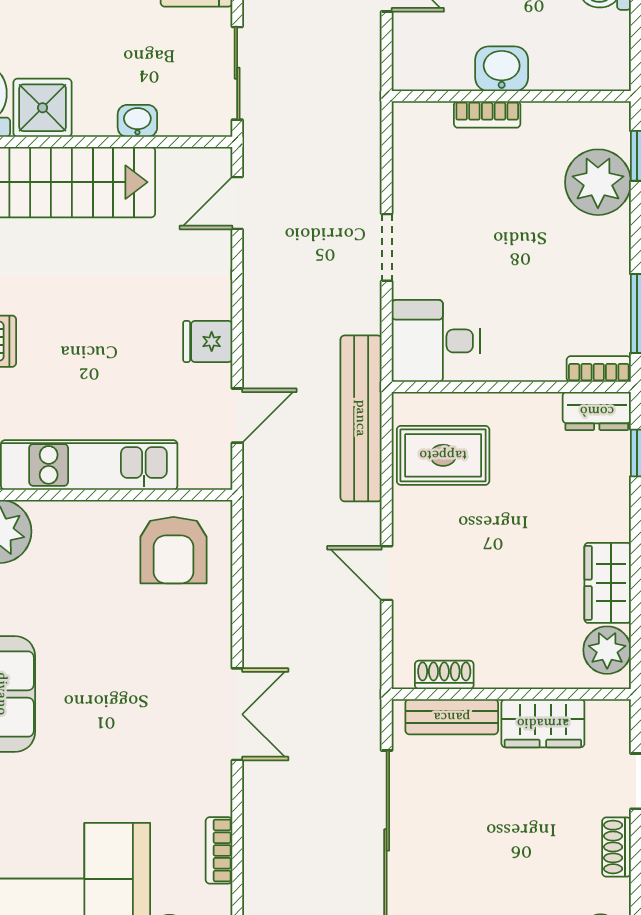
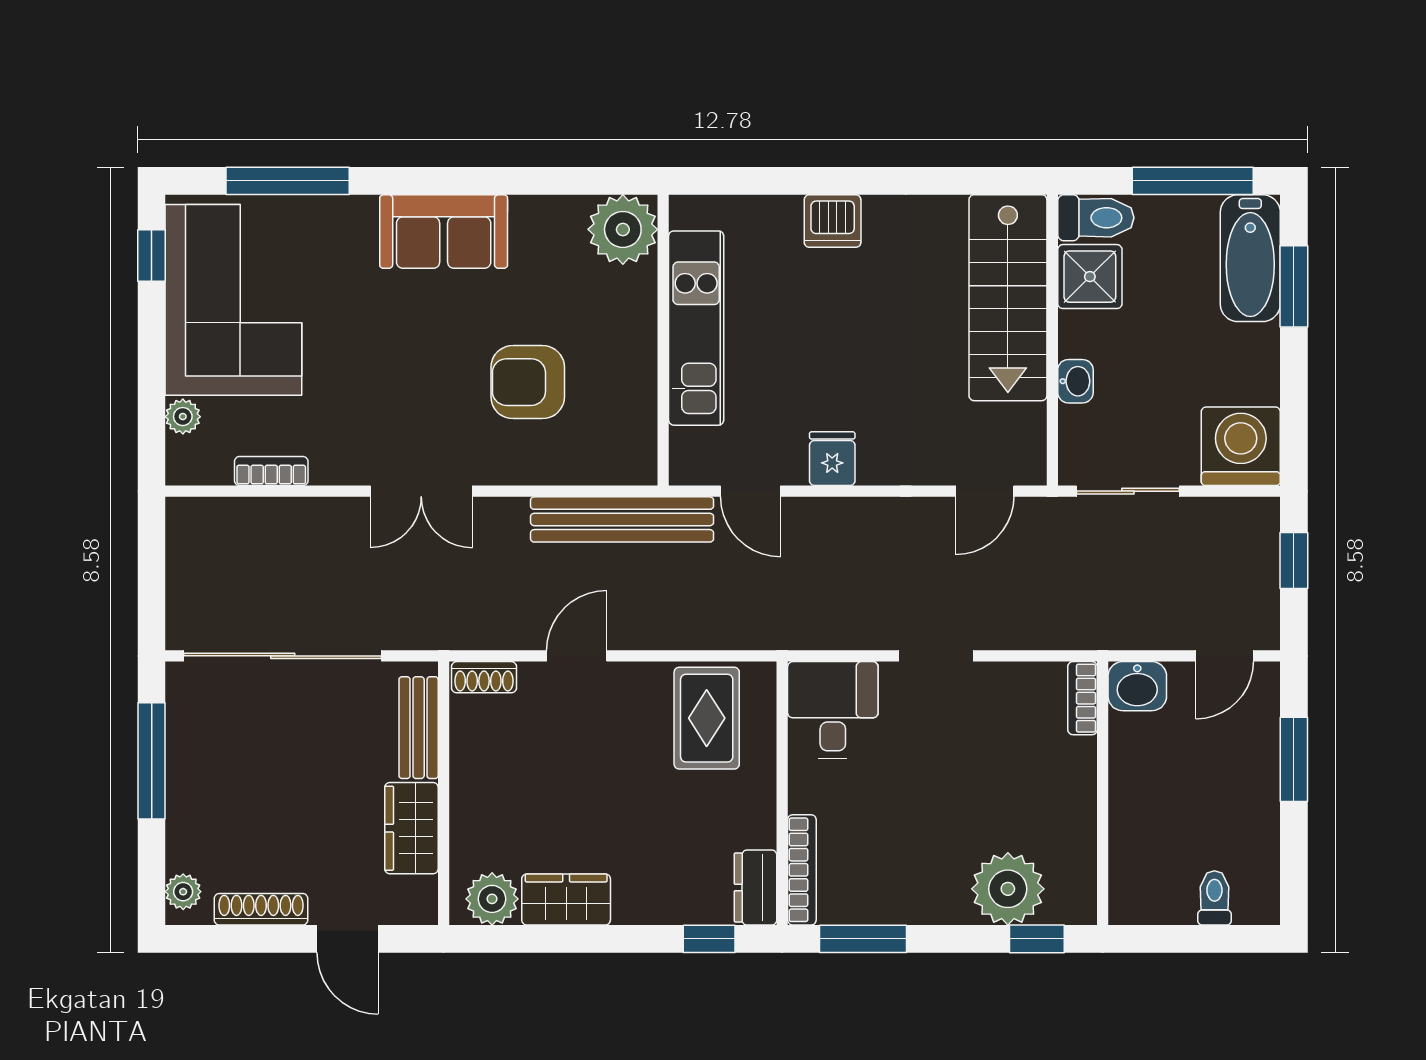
washbasin: (502, 69) -> (1137, 686), moved, turned 90
bookcase: (487, 114) -> (1082, 698), moved
door: (237, 203) -> (985, 491), swing flipped
bookcase: (599, 369) -> (802, 870), width x1.56
bench: (361, 418) -> (622, 519), moved
armchair: (173, 550) -> (528, 382), moved
shoe rack: (444, 675) -> (484, 677), moved, turned 90
shoe rack: (616, 847) -> (261, 909), width x1.43

